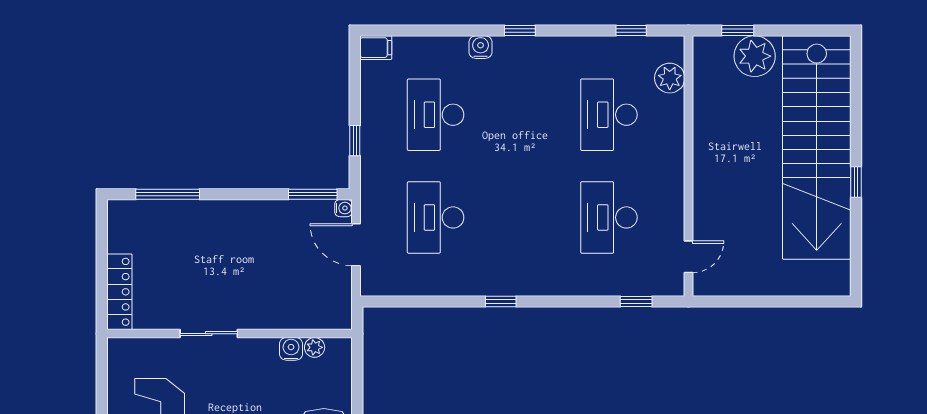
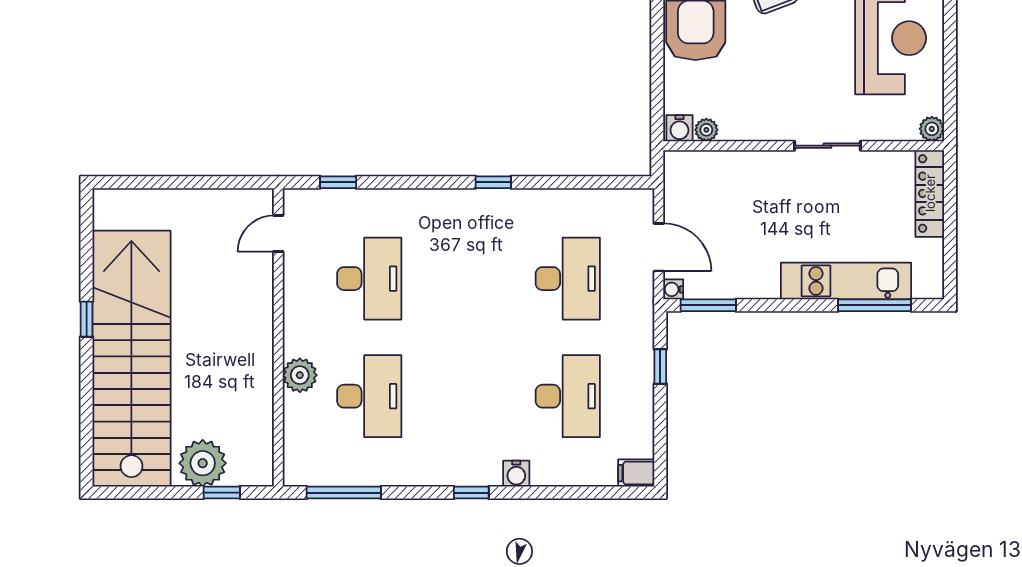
window: (631, 31) -> (344, 493), width x2.17
plant: (670, 78) -> (300, 375), moved
kitchen unit: (193, 215) -> (846, 281), added
plant: (118, 348) -> (932, 129), added
water cooler: (291, 349) -> (679, 128), moved

